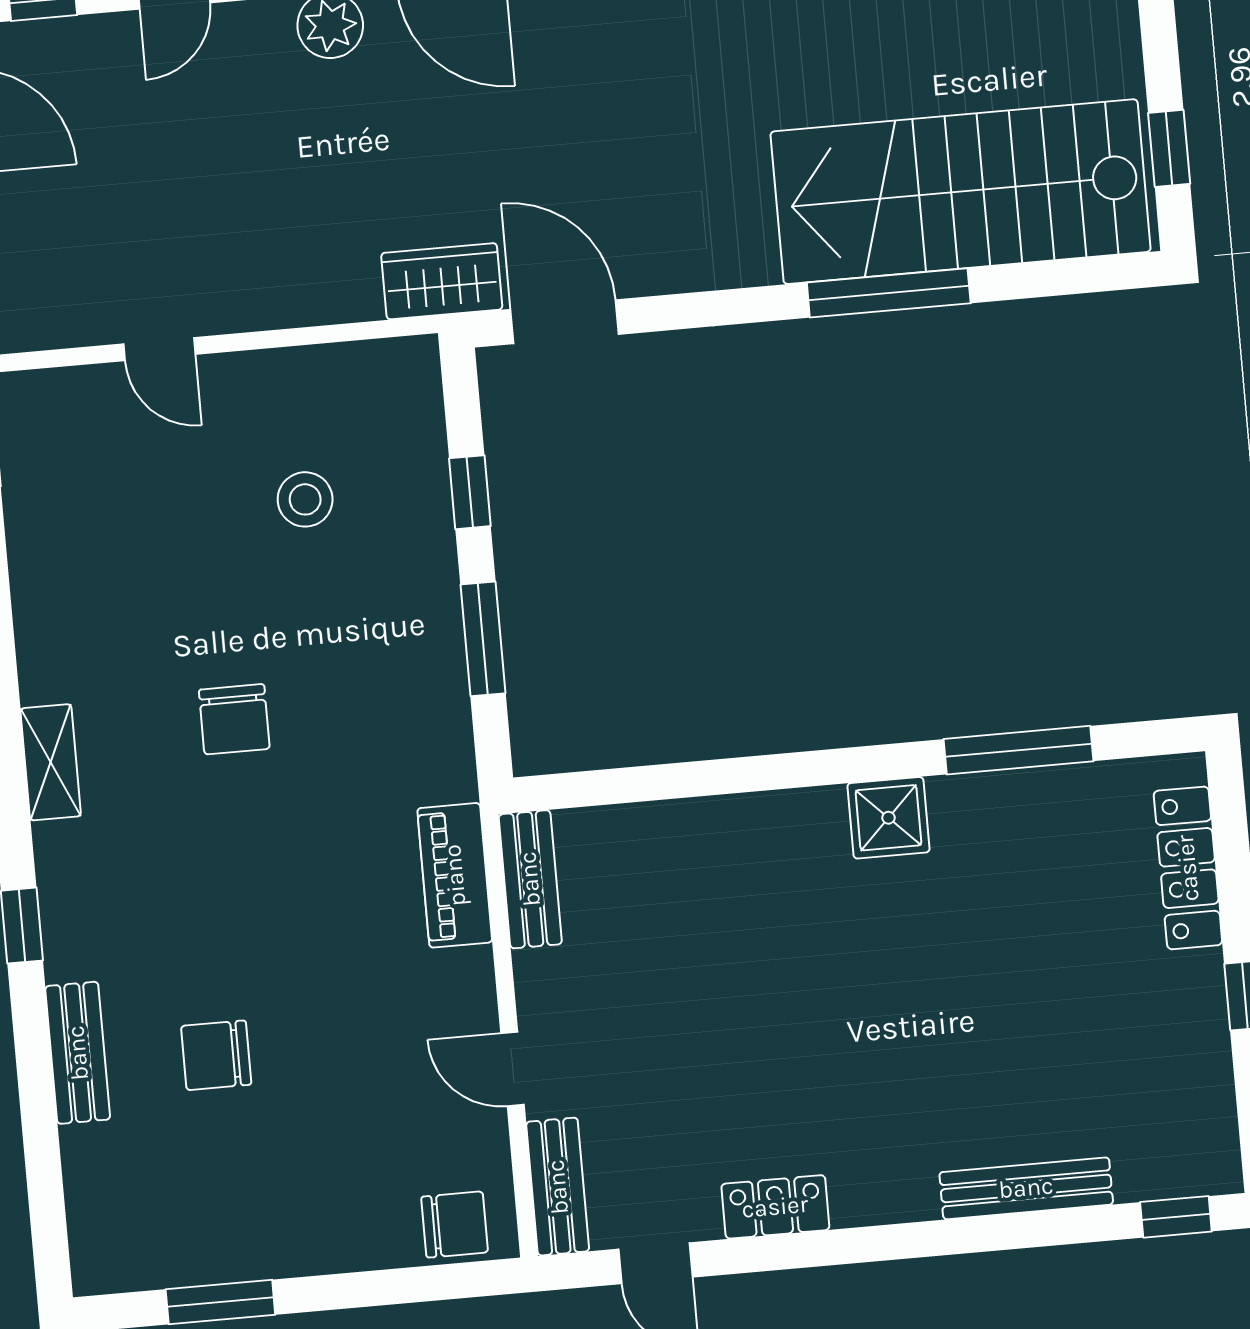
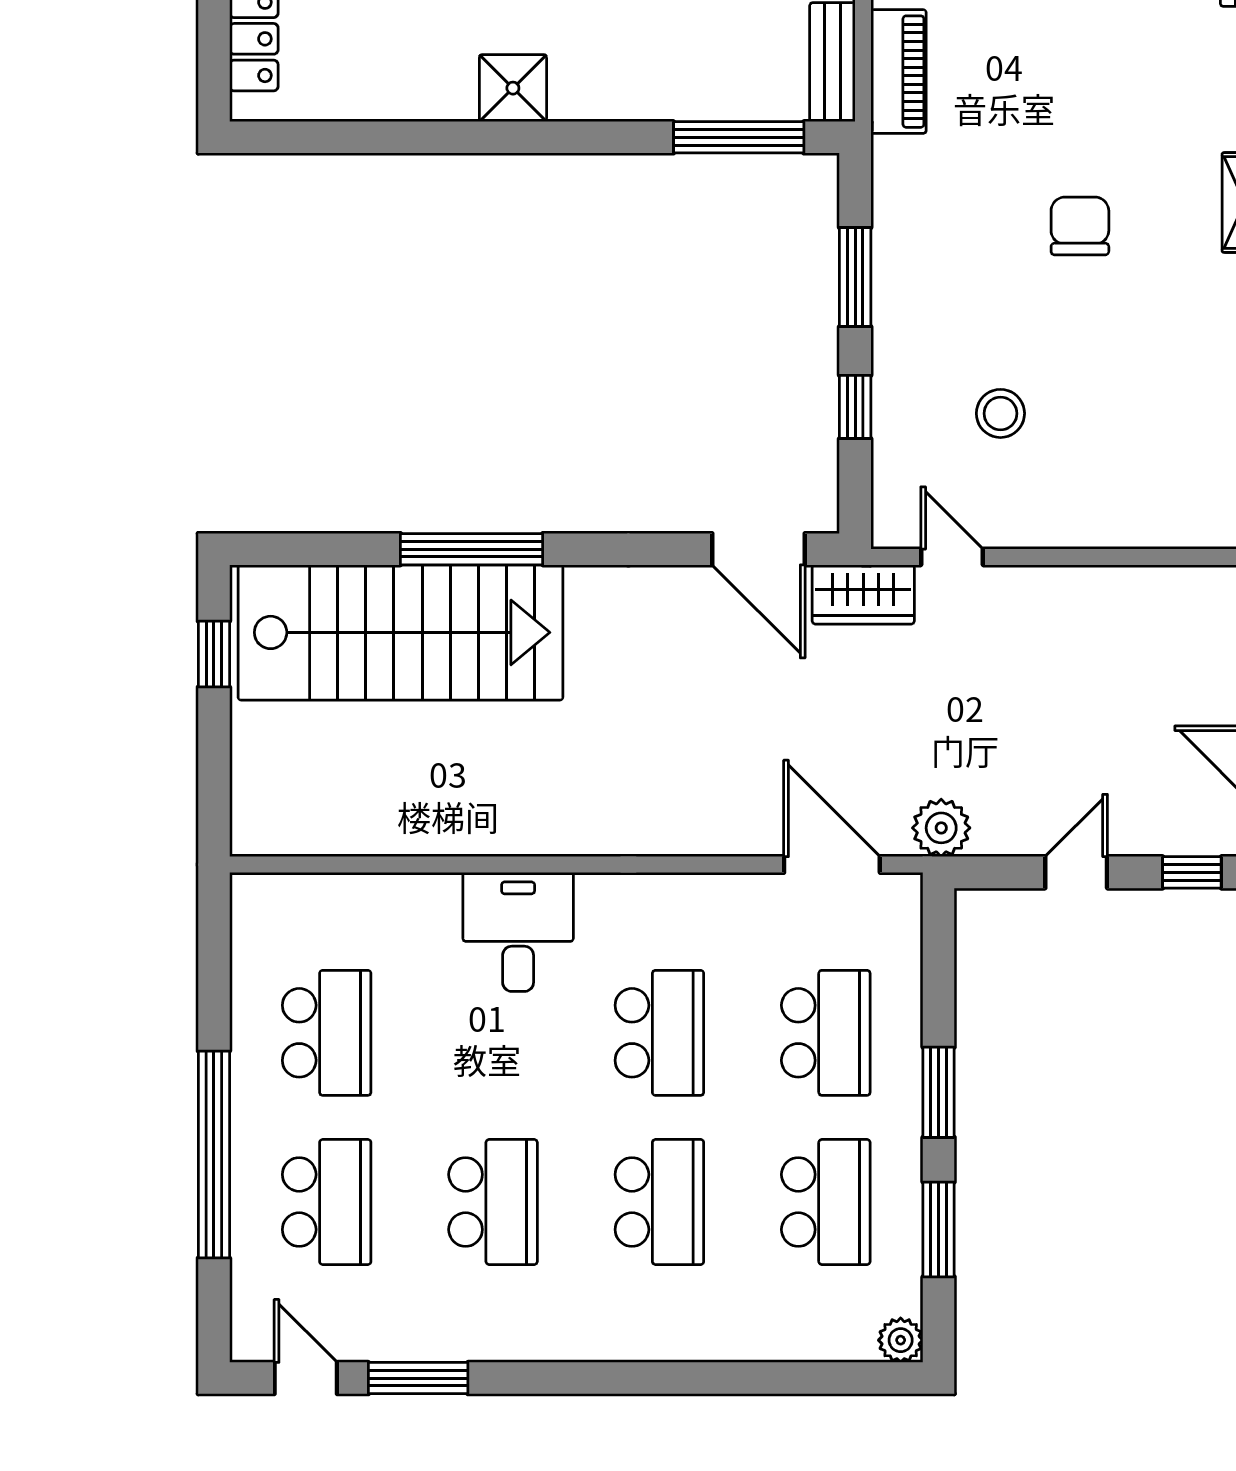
door: (159, 349) -> (952, 557), moved
window: (1019, 750) -> (739, 137), moved

